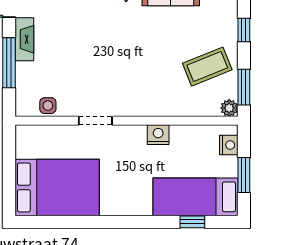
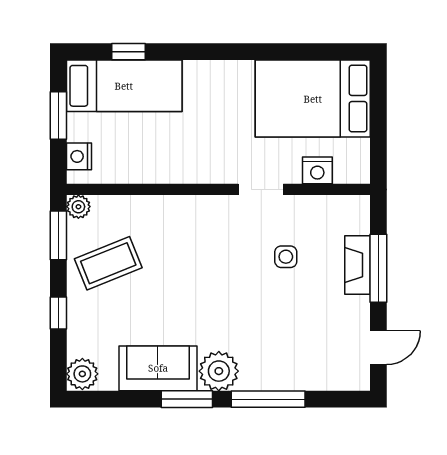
fireplace: (24, 39) -> (357, 265), moved
side table: (48, 106) -> (286, 257), moved
nightstand: (158, 135) -> (317, 170), moved

